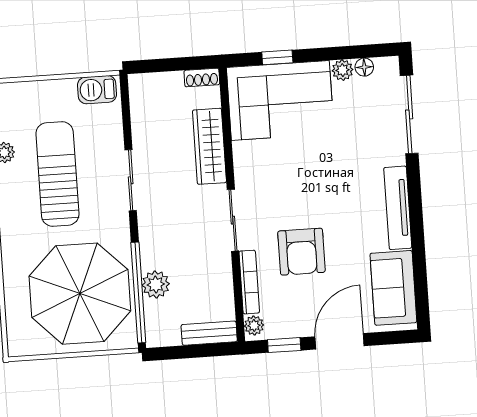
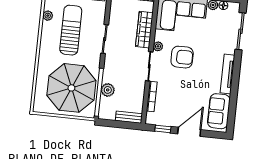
armchair: (301, 252) -> (182, 57), moved, turned -90
plant: (254, 325) -> (158, 46), moved

